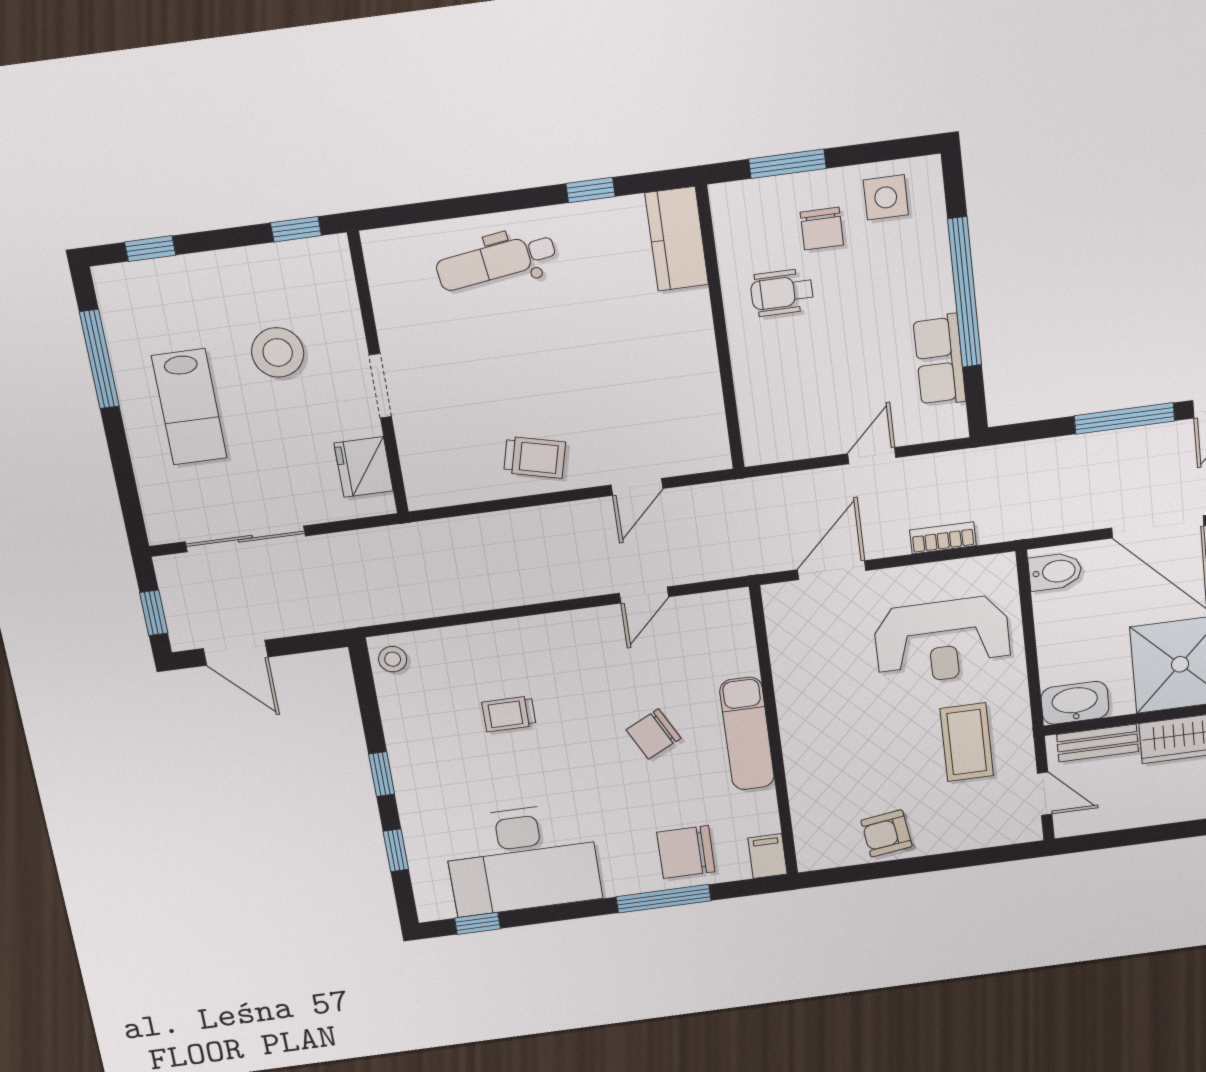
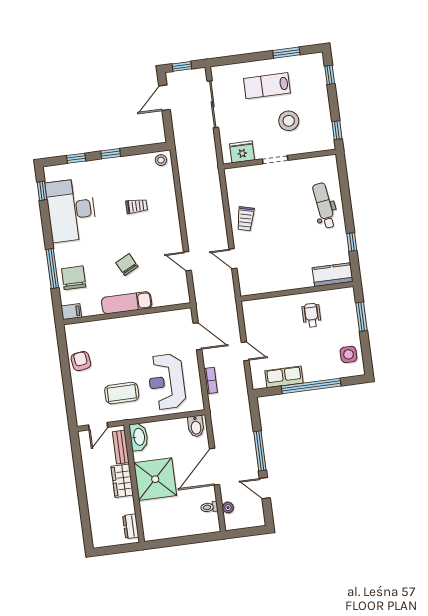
chair: (822, 229) -> (336, 330), removed
window: (99, 359) -> (286, 53), width x0.69
trolley: (509, 714) -> (137, 206), turned 90

